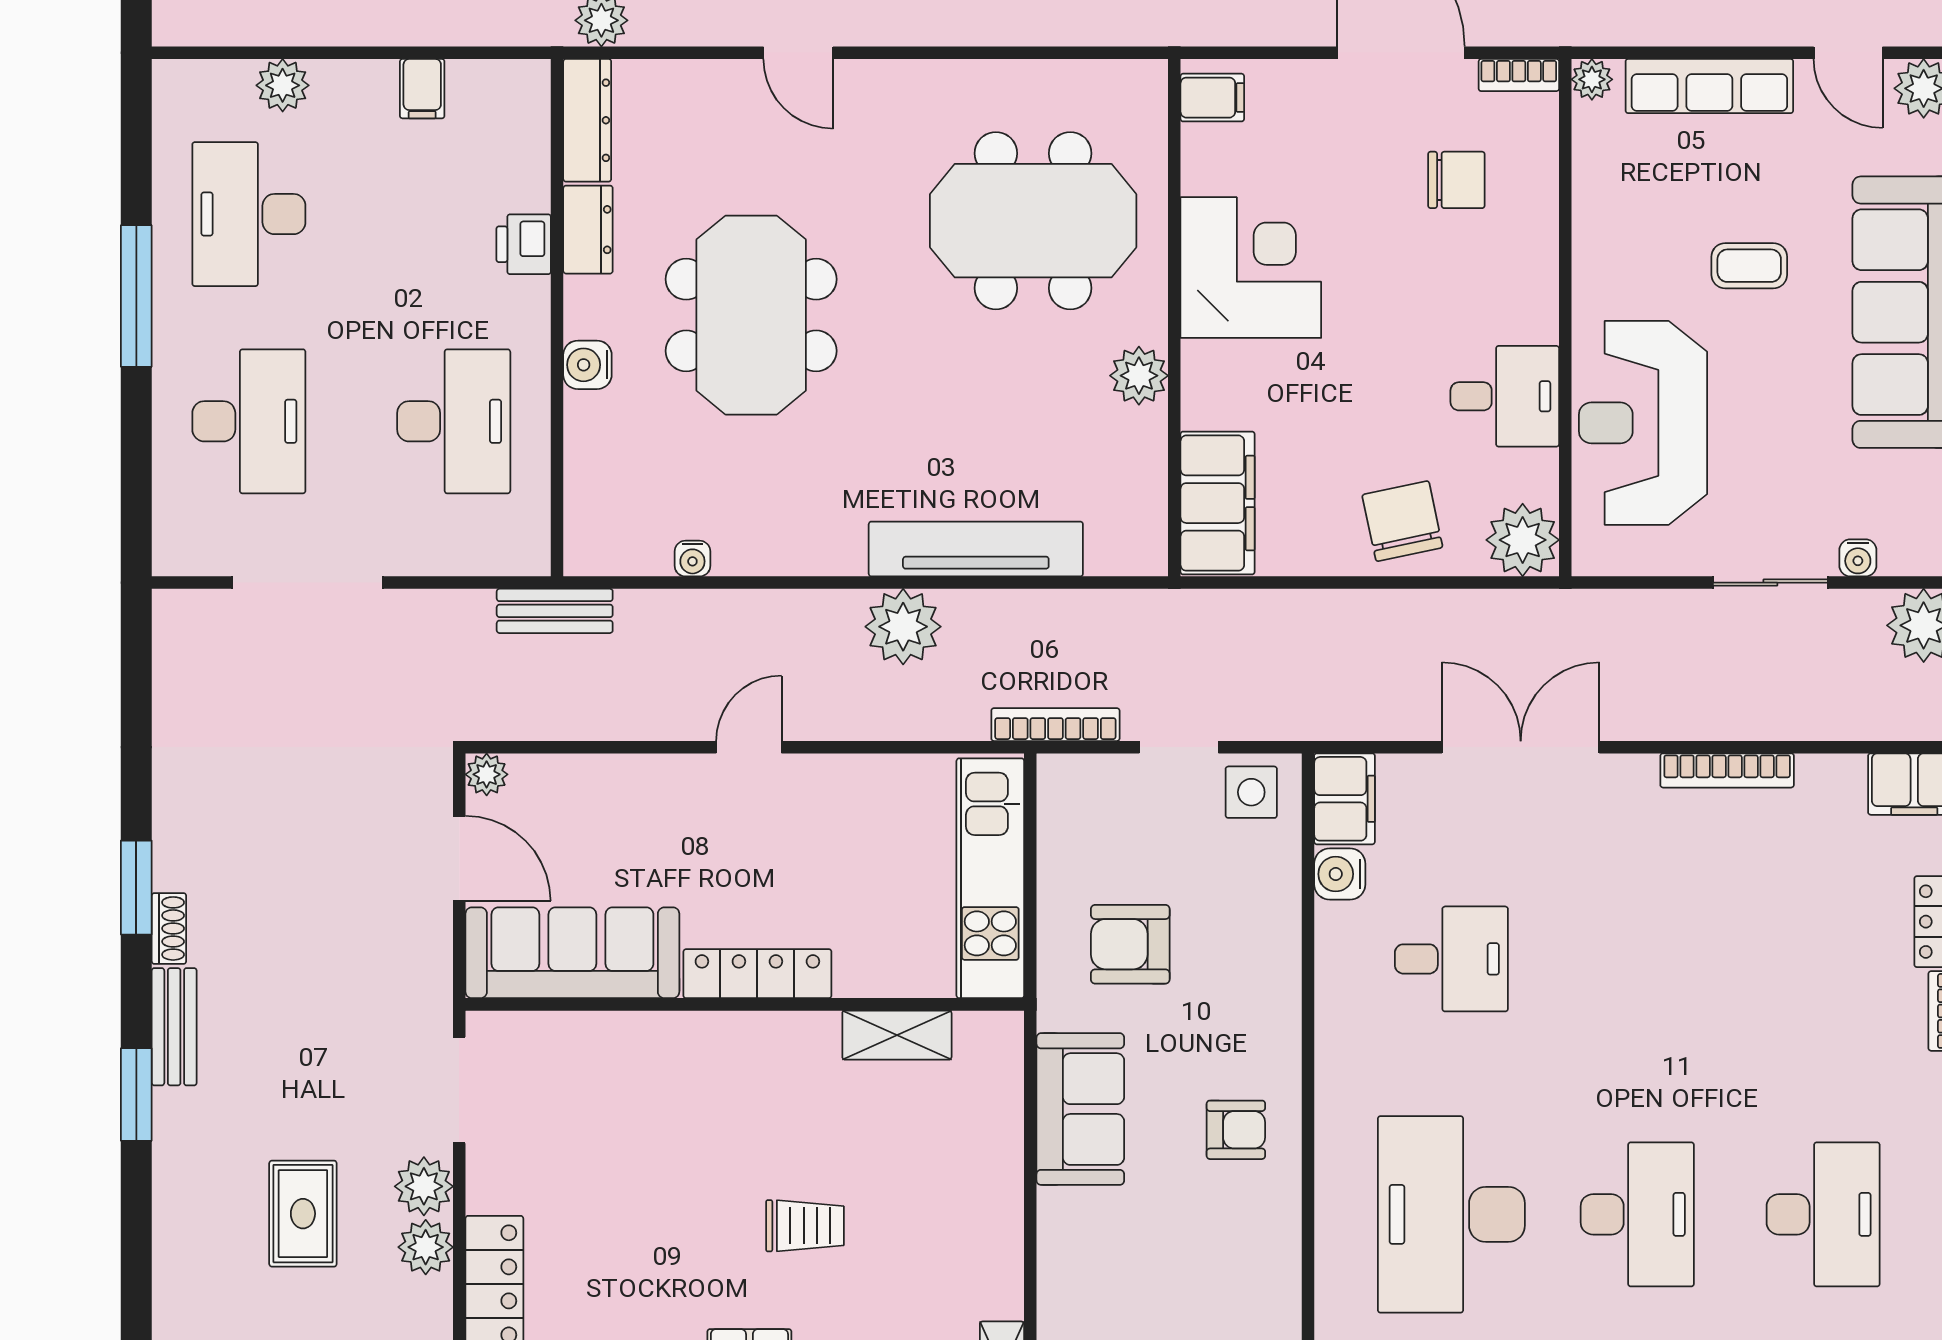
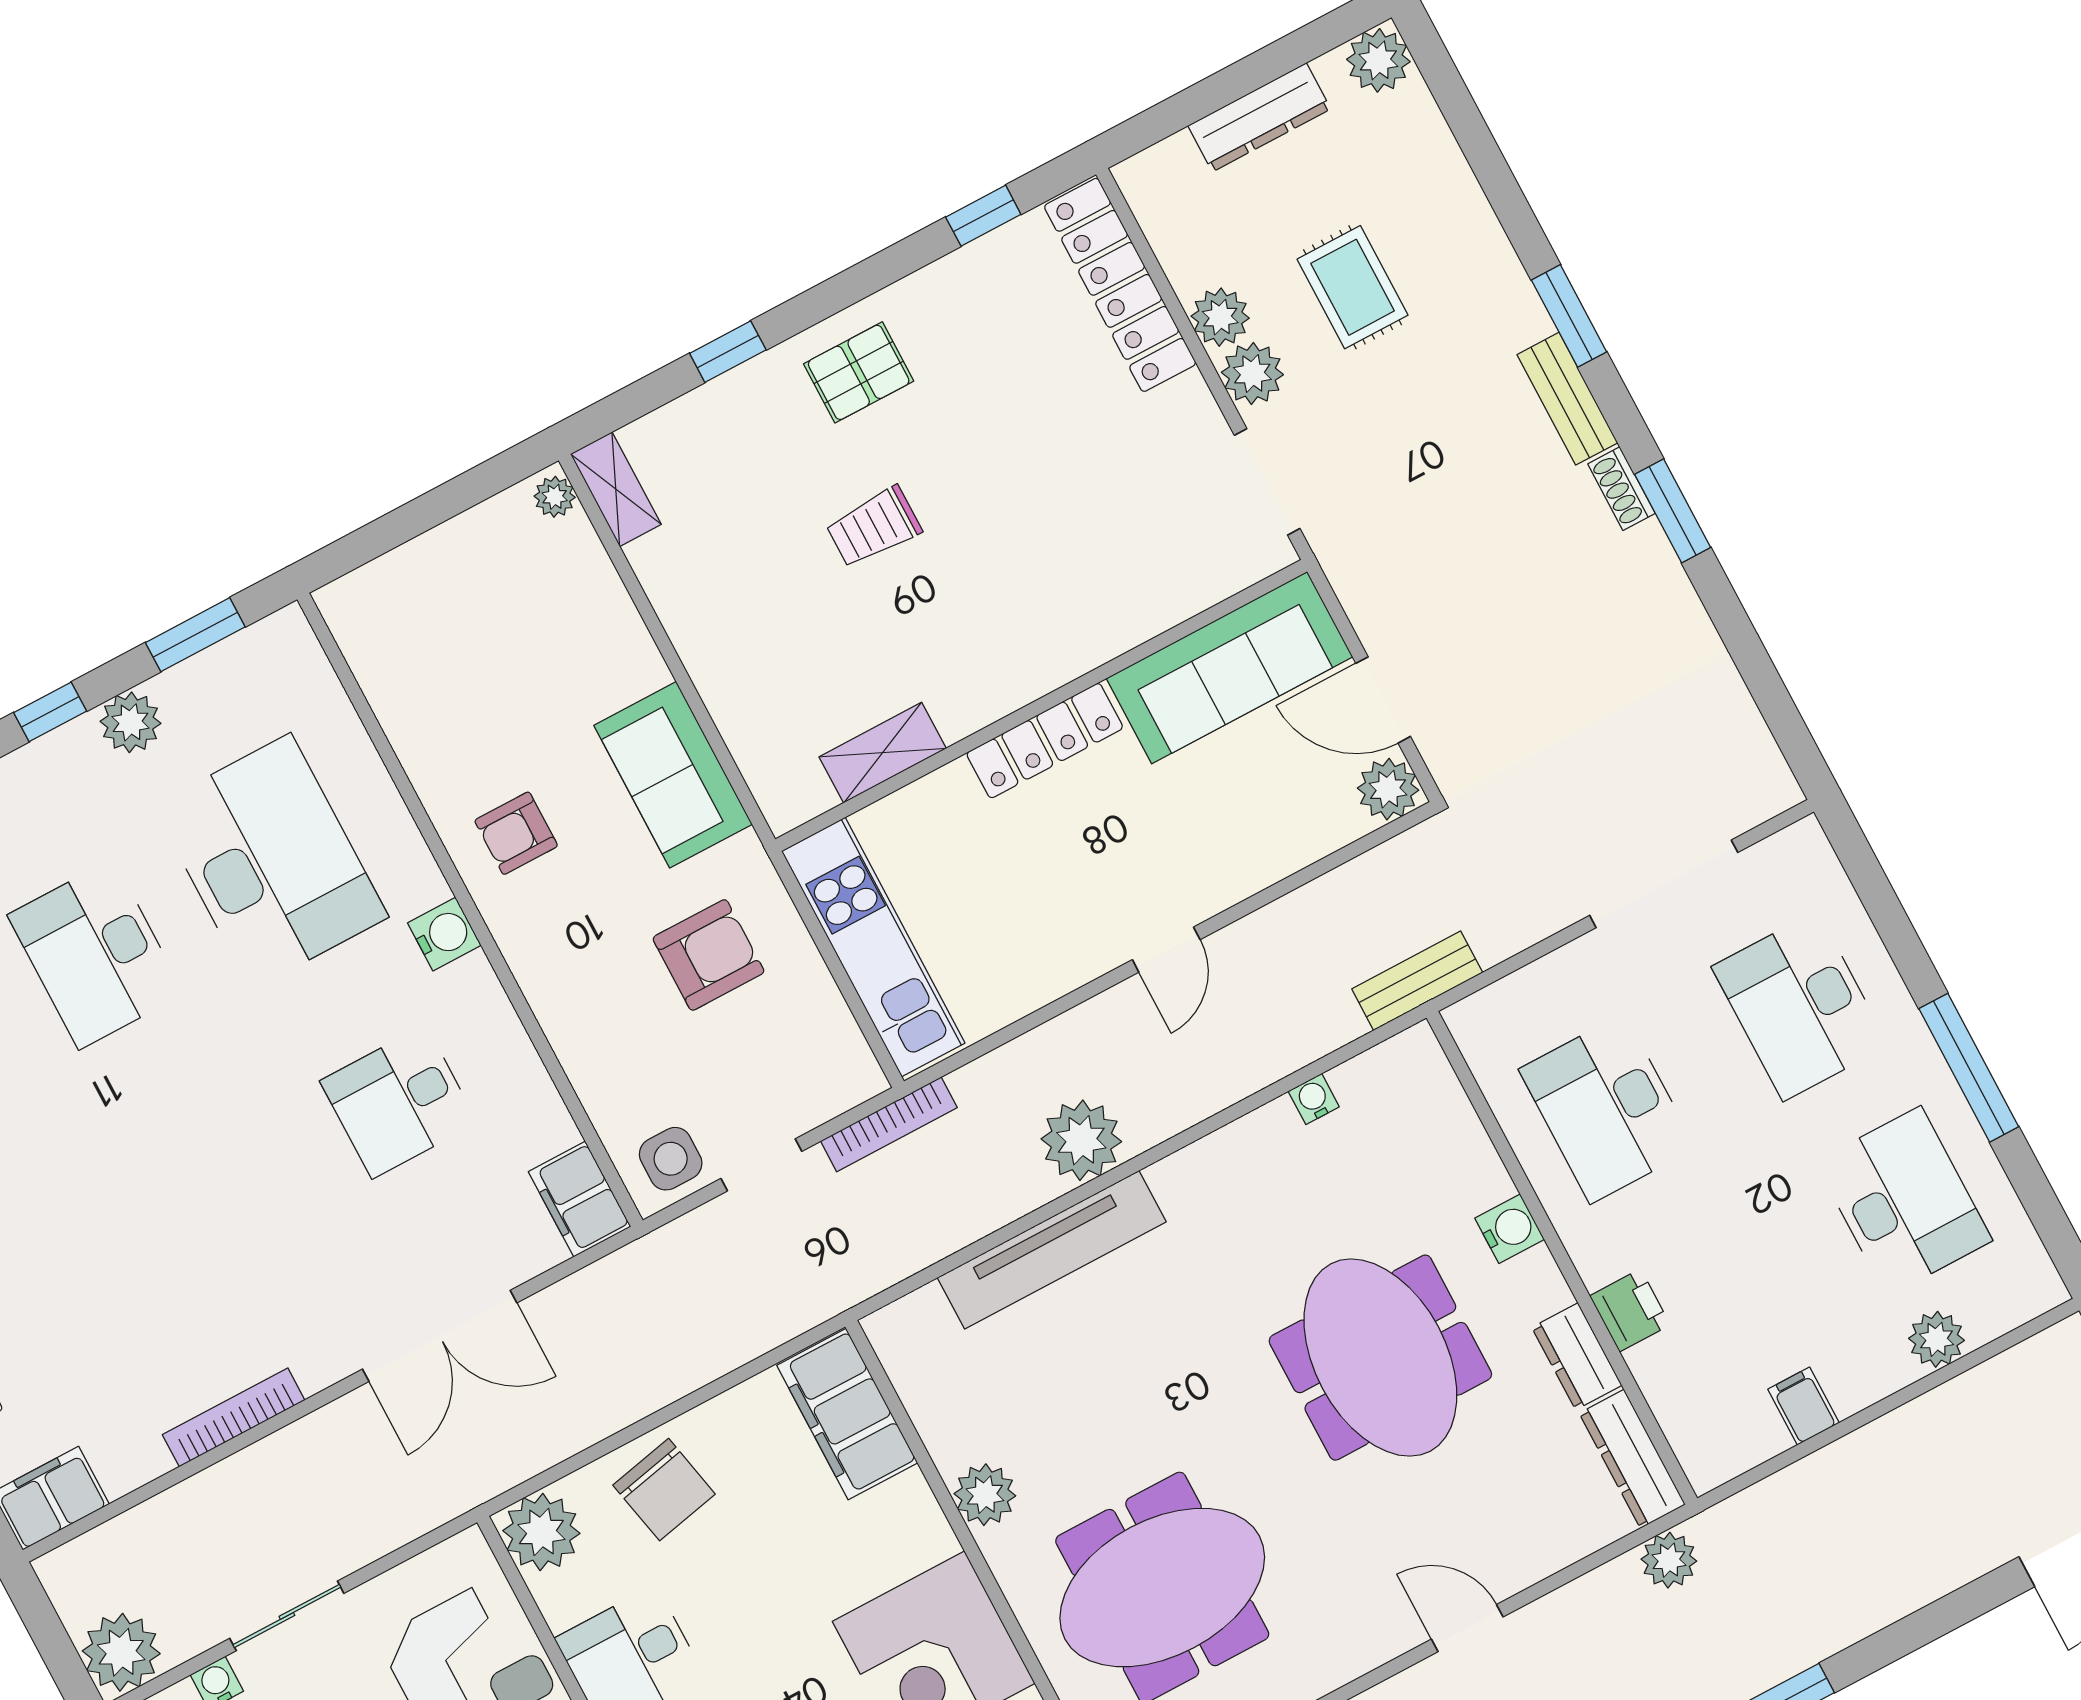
plant: (487, 774) -> (1388, 789), width x1.38, depth x1.38
water cooler: (1340, 874) -> (444, 934), moved

